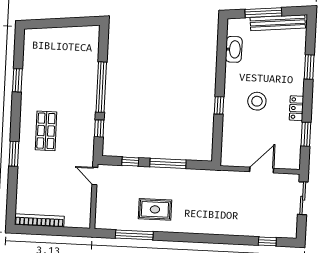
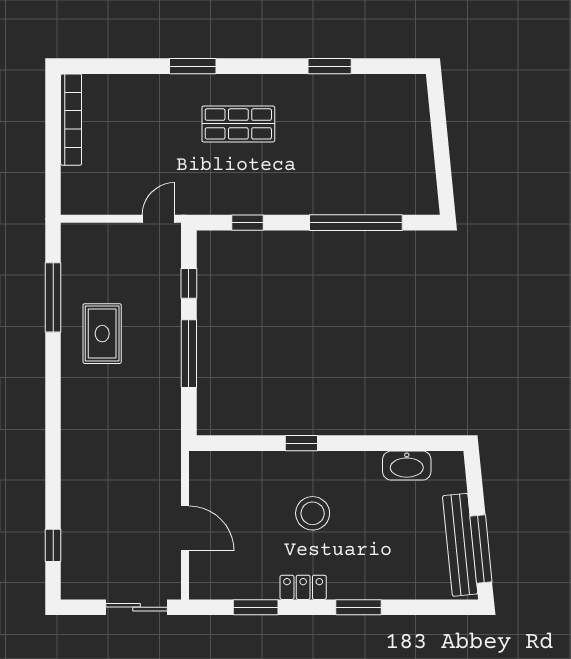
window: (263, 13) -> (481, 549), moved
window: (309, 67) -> (359, 607), moved
window: (101, 87) -> (356, 223), moved

